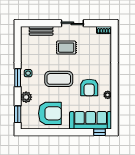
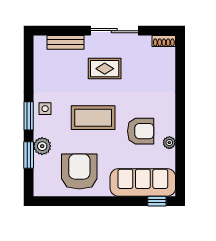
sliding door: (72, 23) -> (114, 31), width x1.37
armchair: (89, 88) -> (141, 131), turned -90
armchair: (50, 113) -> (79, 172), turned -90
window: (18, 114) -> (29, 155), moved

